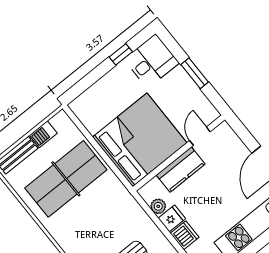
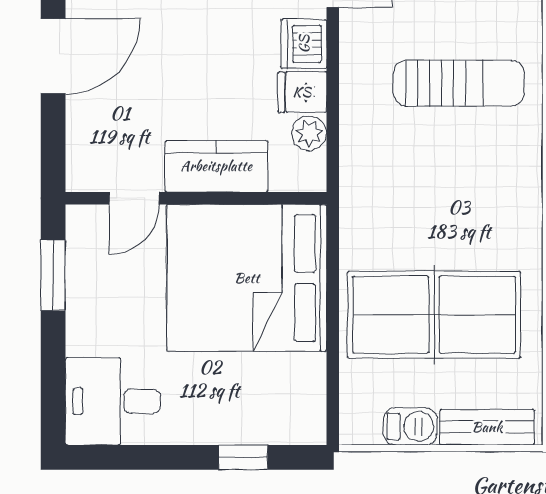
window: (121, 54) -> (243, 457), moved
window: (195, 73) -> (53, 275), moved

